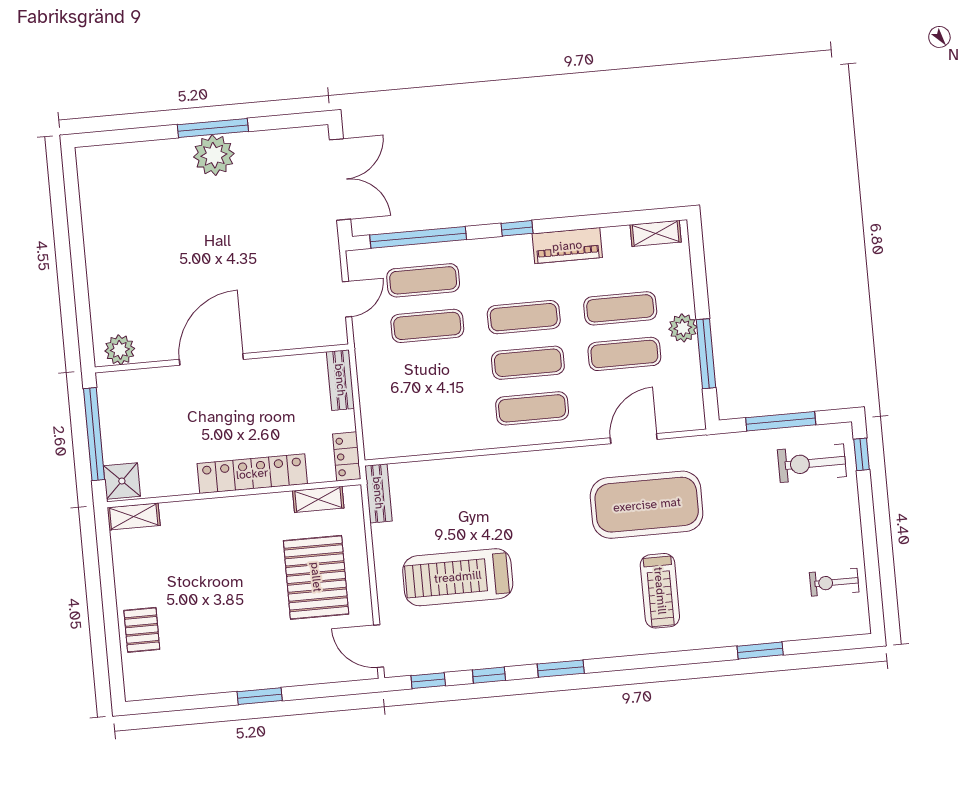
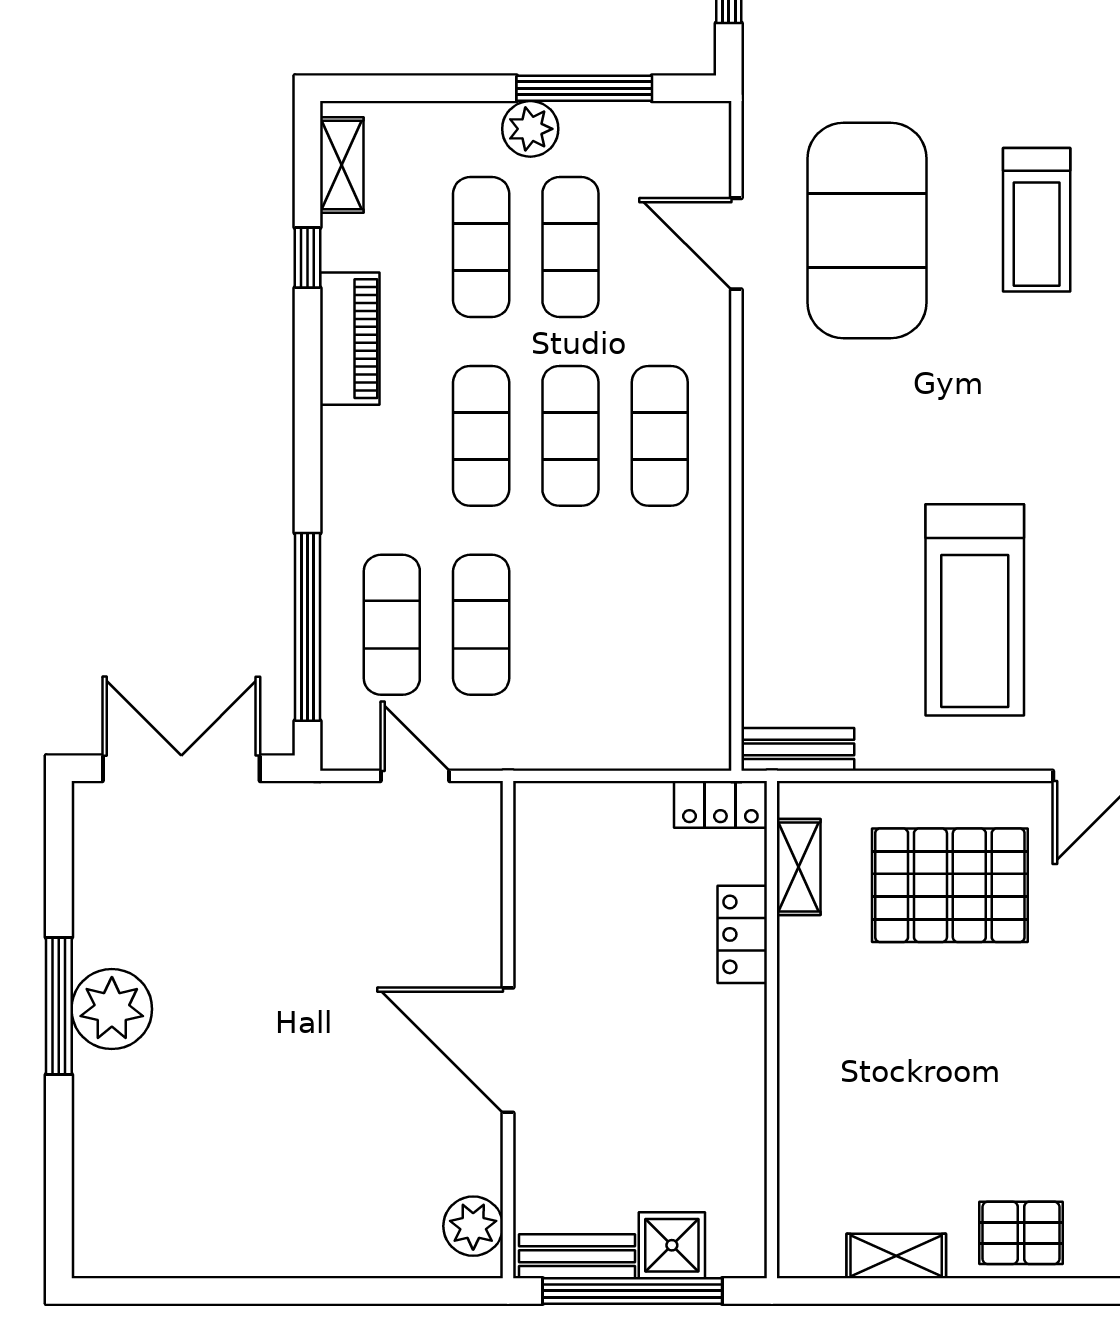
window: (517, 228) -> (308, 258), moved
bench: (340, 380) -> (577, 1256), moved
locker: (252, 474) -> (742, 934), width x0.46, depth x0.83
shower: (122, 481) -> (672, 1245), moved
shelving: (134, 516) -> (896, 1256), moved, turned 90
treadmill: (660, 591) -> (1037, 220), turned 90

